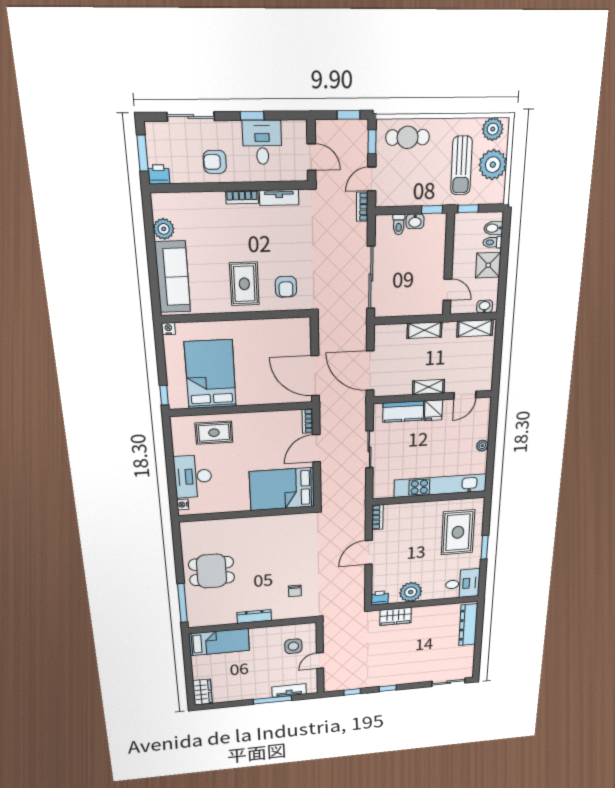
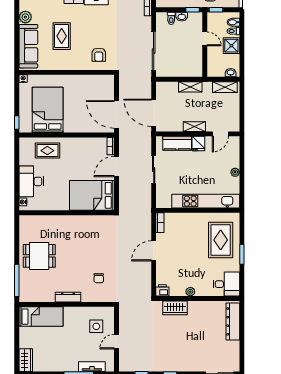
rug: (244, 284) -> (62, 36), moved
door: (447, 290) -> (205, 39), moved
plant: (411, 592) -> (190, 292), width x0.53, depth x0.53

